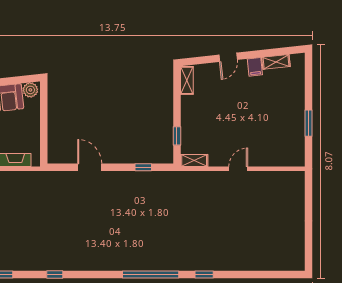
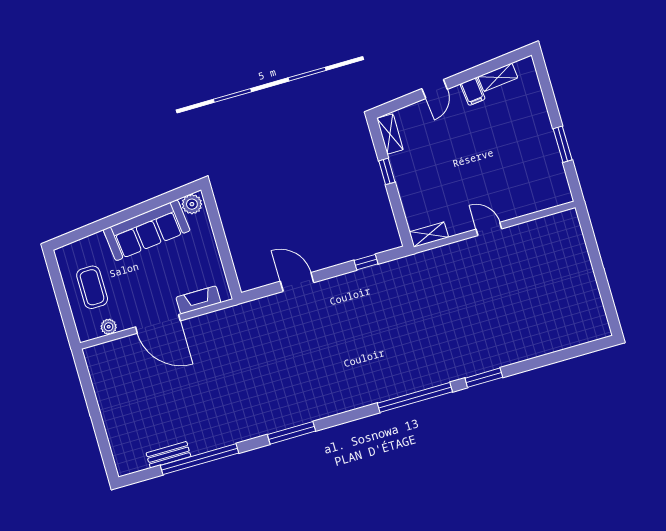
window: (177, 136) -> (387, 171), moved
door: (238, 169) -> (489, 229), hinge flipped
window: (55, 274) -> (291, 433), width x2.17
window: (204, 274) -> (484, 378), width x1.50

